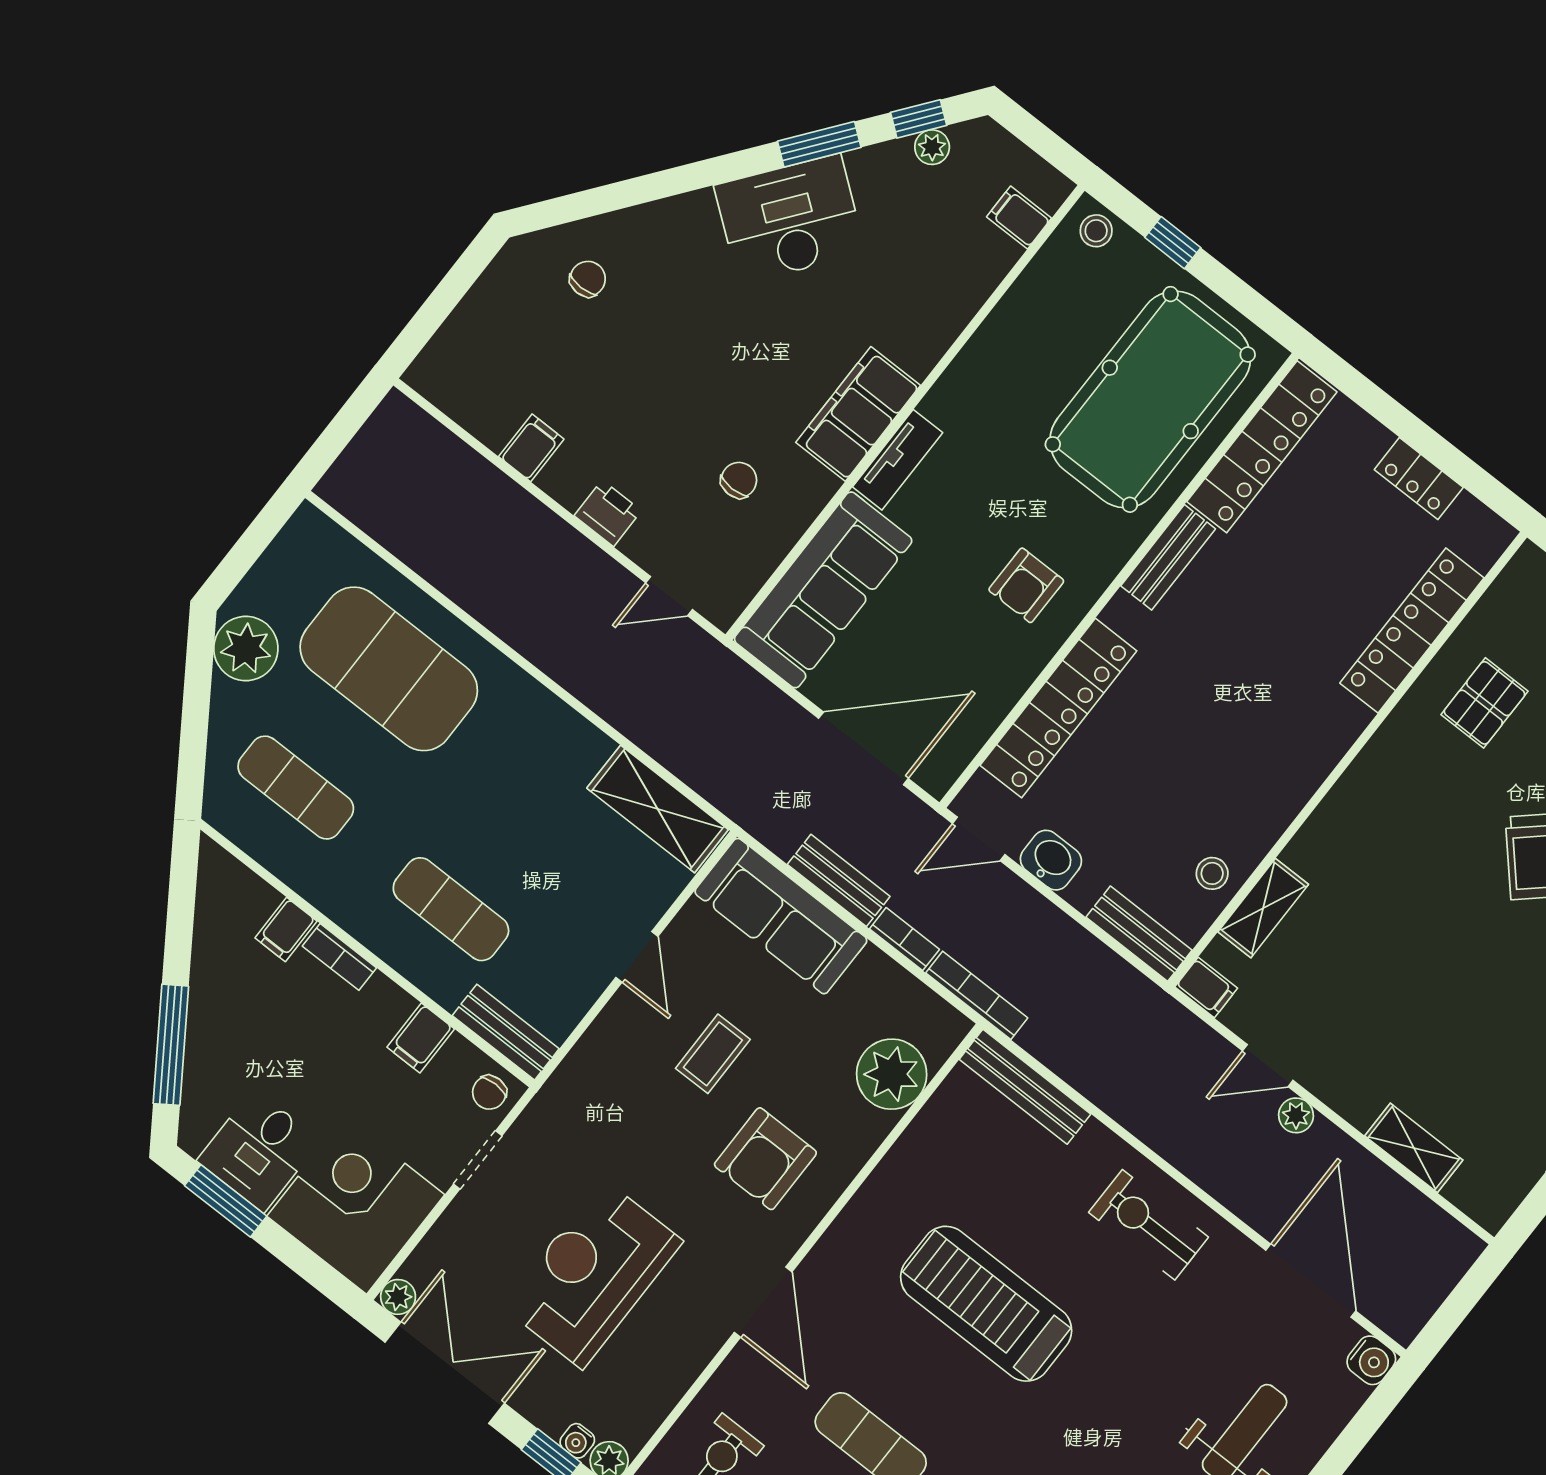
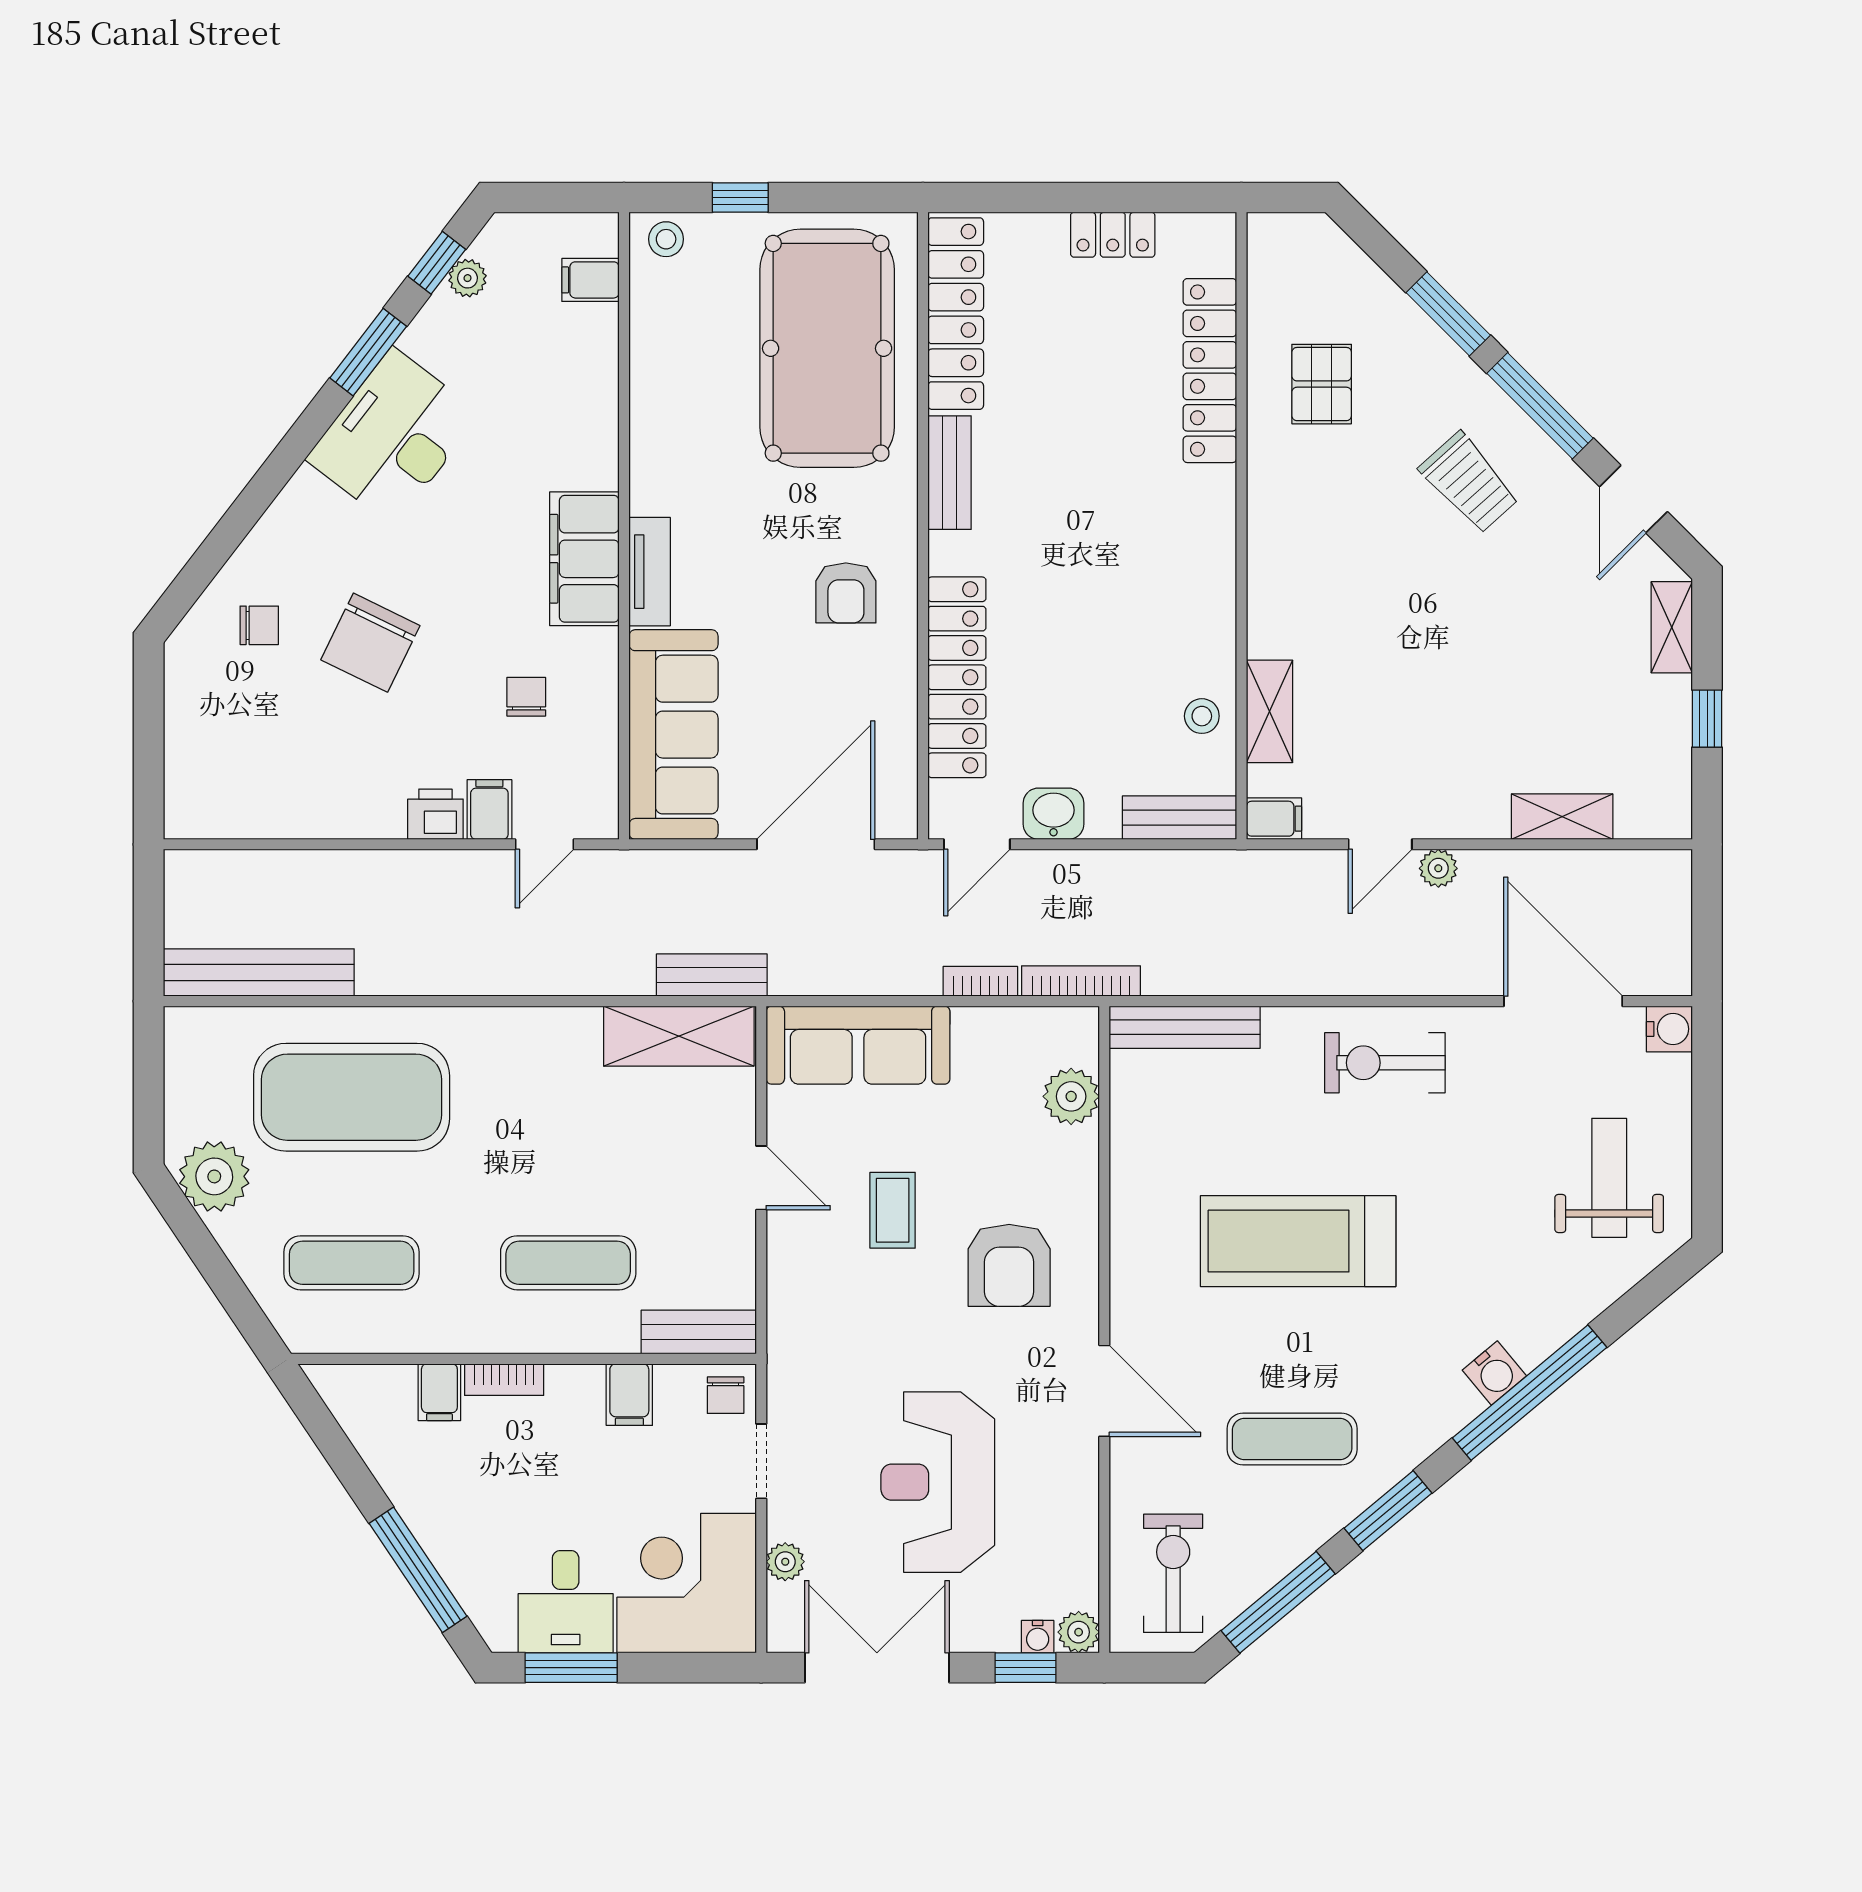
chair: (588, 279) -> (259, 625), turned 90
chair: (658, 354) -> (370, 643), added
filing cabinet: (531, 448) -> (489, 810), moved
bench: (392, 527) -> (259, 972), added
bench: (839, 880) -> (712, 975), moved
plant: (892, 1074) -> (1071, 1096), width x0.73, depth x0.73
plant: (398, 1297) -> (785, 1562), moved

